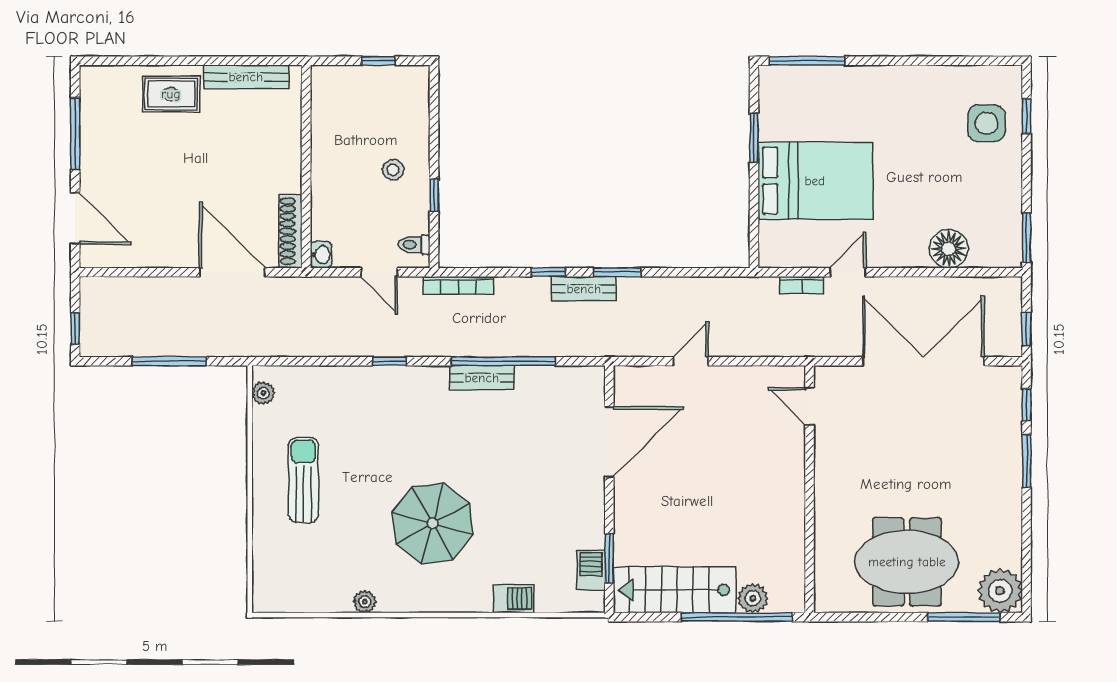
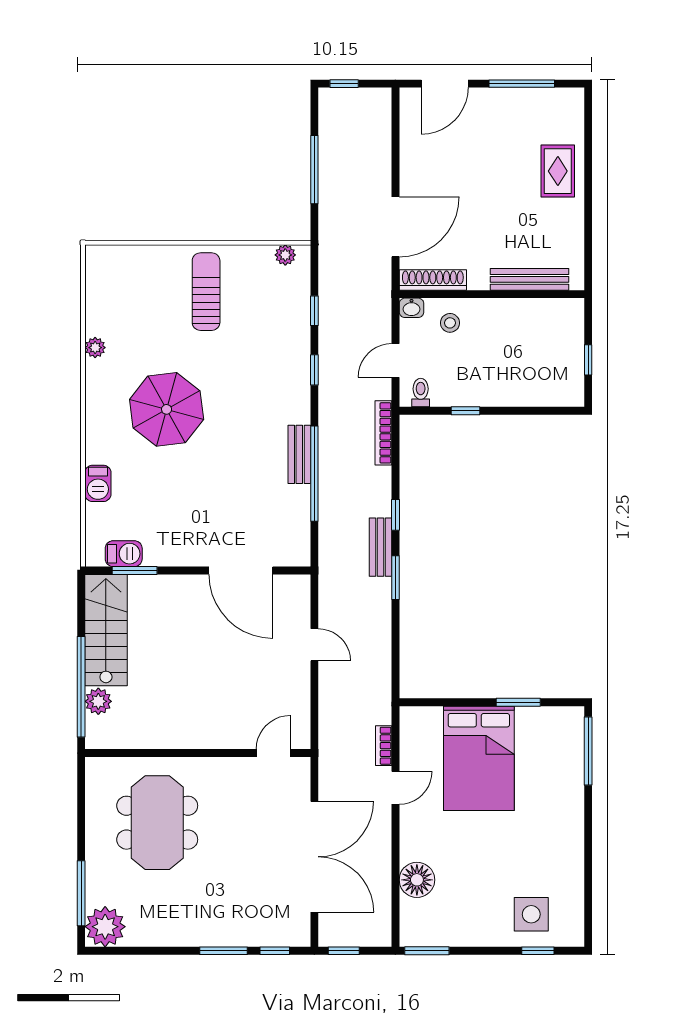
bench: (246, 77) -> (529, 279), moved, turned 90
stool: (393, 170) -> (450, 323), moved
door: (848, 272) -> (395, 788), hinge flipped
window: (324, 361) -> (314, 311), added
sun lounger: (303, 480) -> (206, 292), turned -90
meeting table: (907, 562) -> (157, 823), moved

